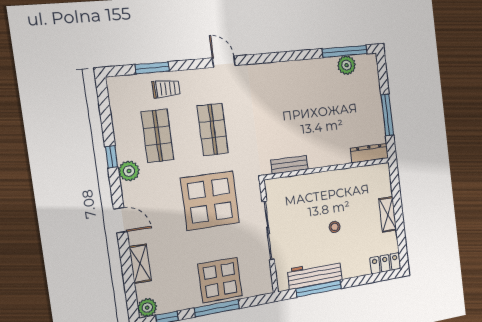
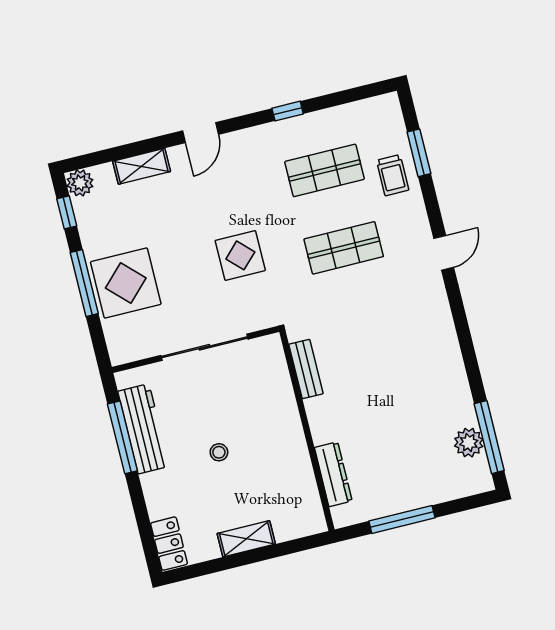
dresser: (369, 153) -> (333, 474), moved
plant: (129, 171) -> (270, 137), removed
display table: (210, 201) -> (240, 255), width x0.54, depth x0.54

